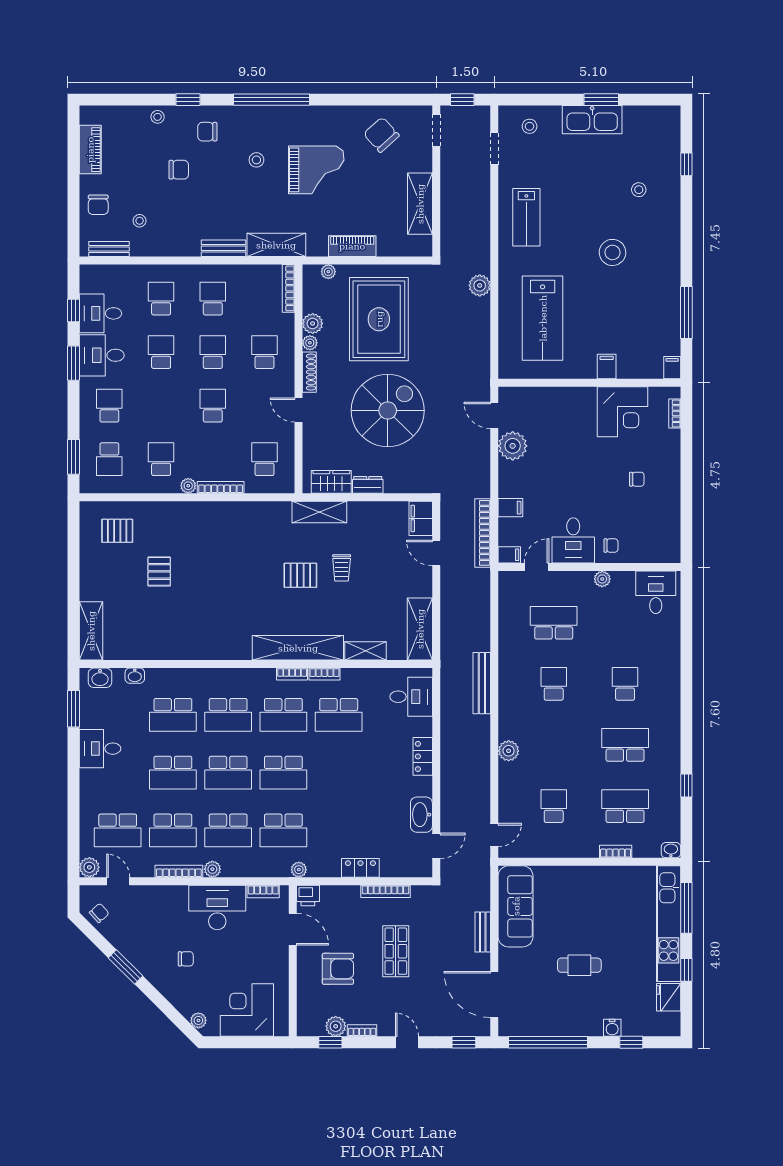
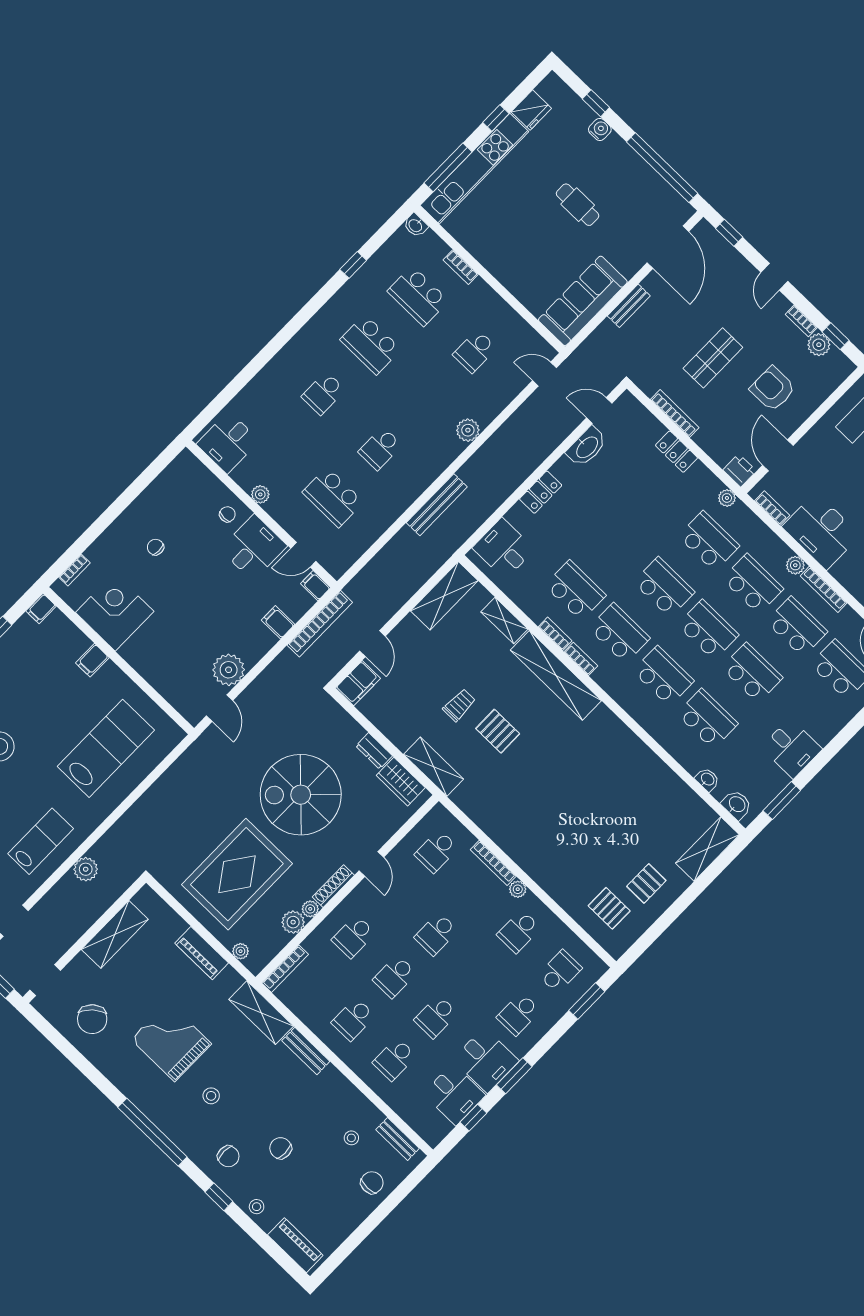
piano: (90, 150) -> (295, 1245), moved, turned 90
plant: (480, 285) -> (86, 869), moved
chair: (611, 545) -> (227, 514), turned 90
pallet: (159, 571) -> (646, 883), moved

